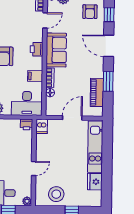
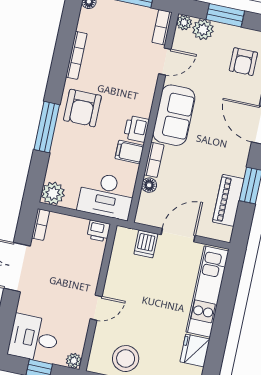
printer: (37, 49) -> (136, 129), moved
dishwasher: (42, 126) -> (146, 244), moved

